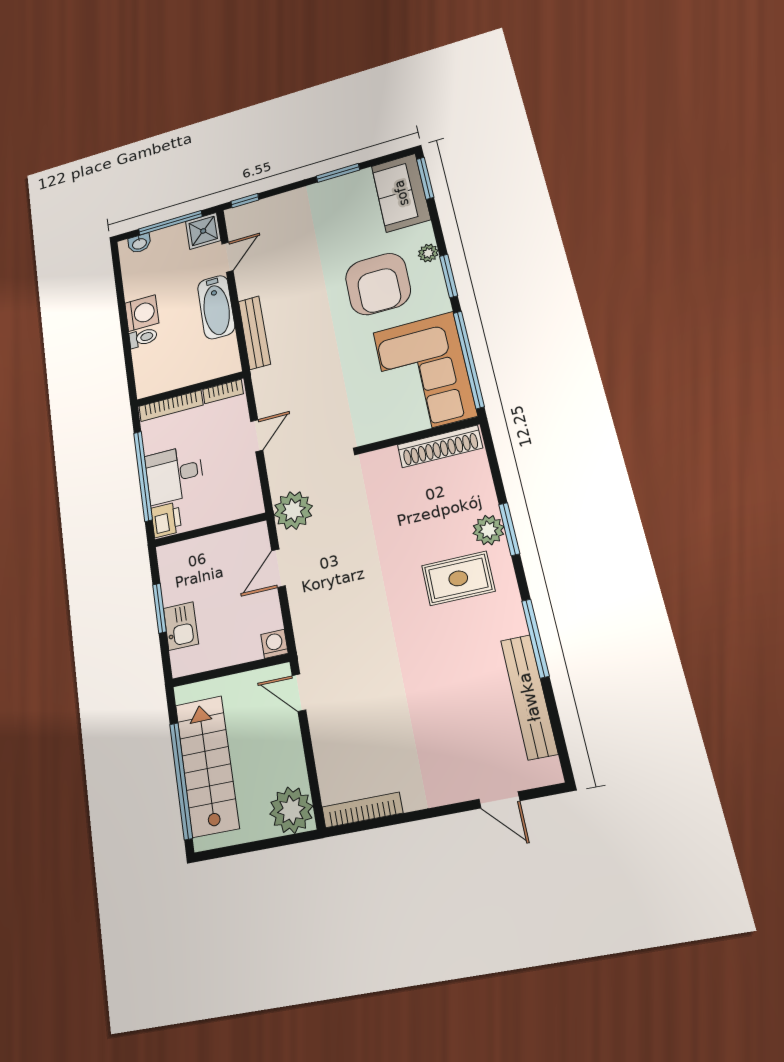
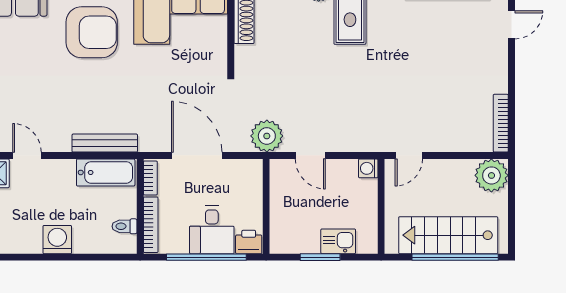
bathtub: (216, 307) -> (106, 172), moved
toilet: (143, 338) -> (124, 226), moved, turned -90
door: (257, 436) -> (197, 155), width x1.88

